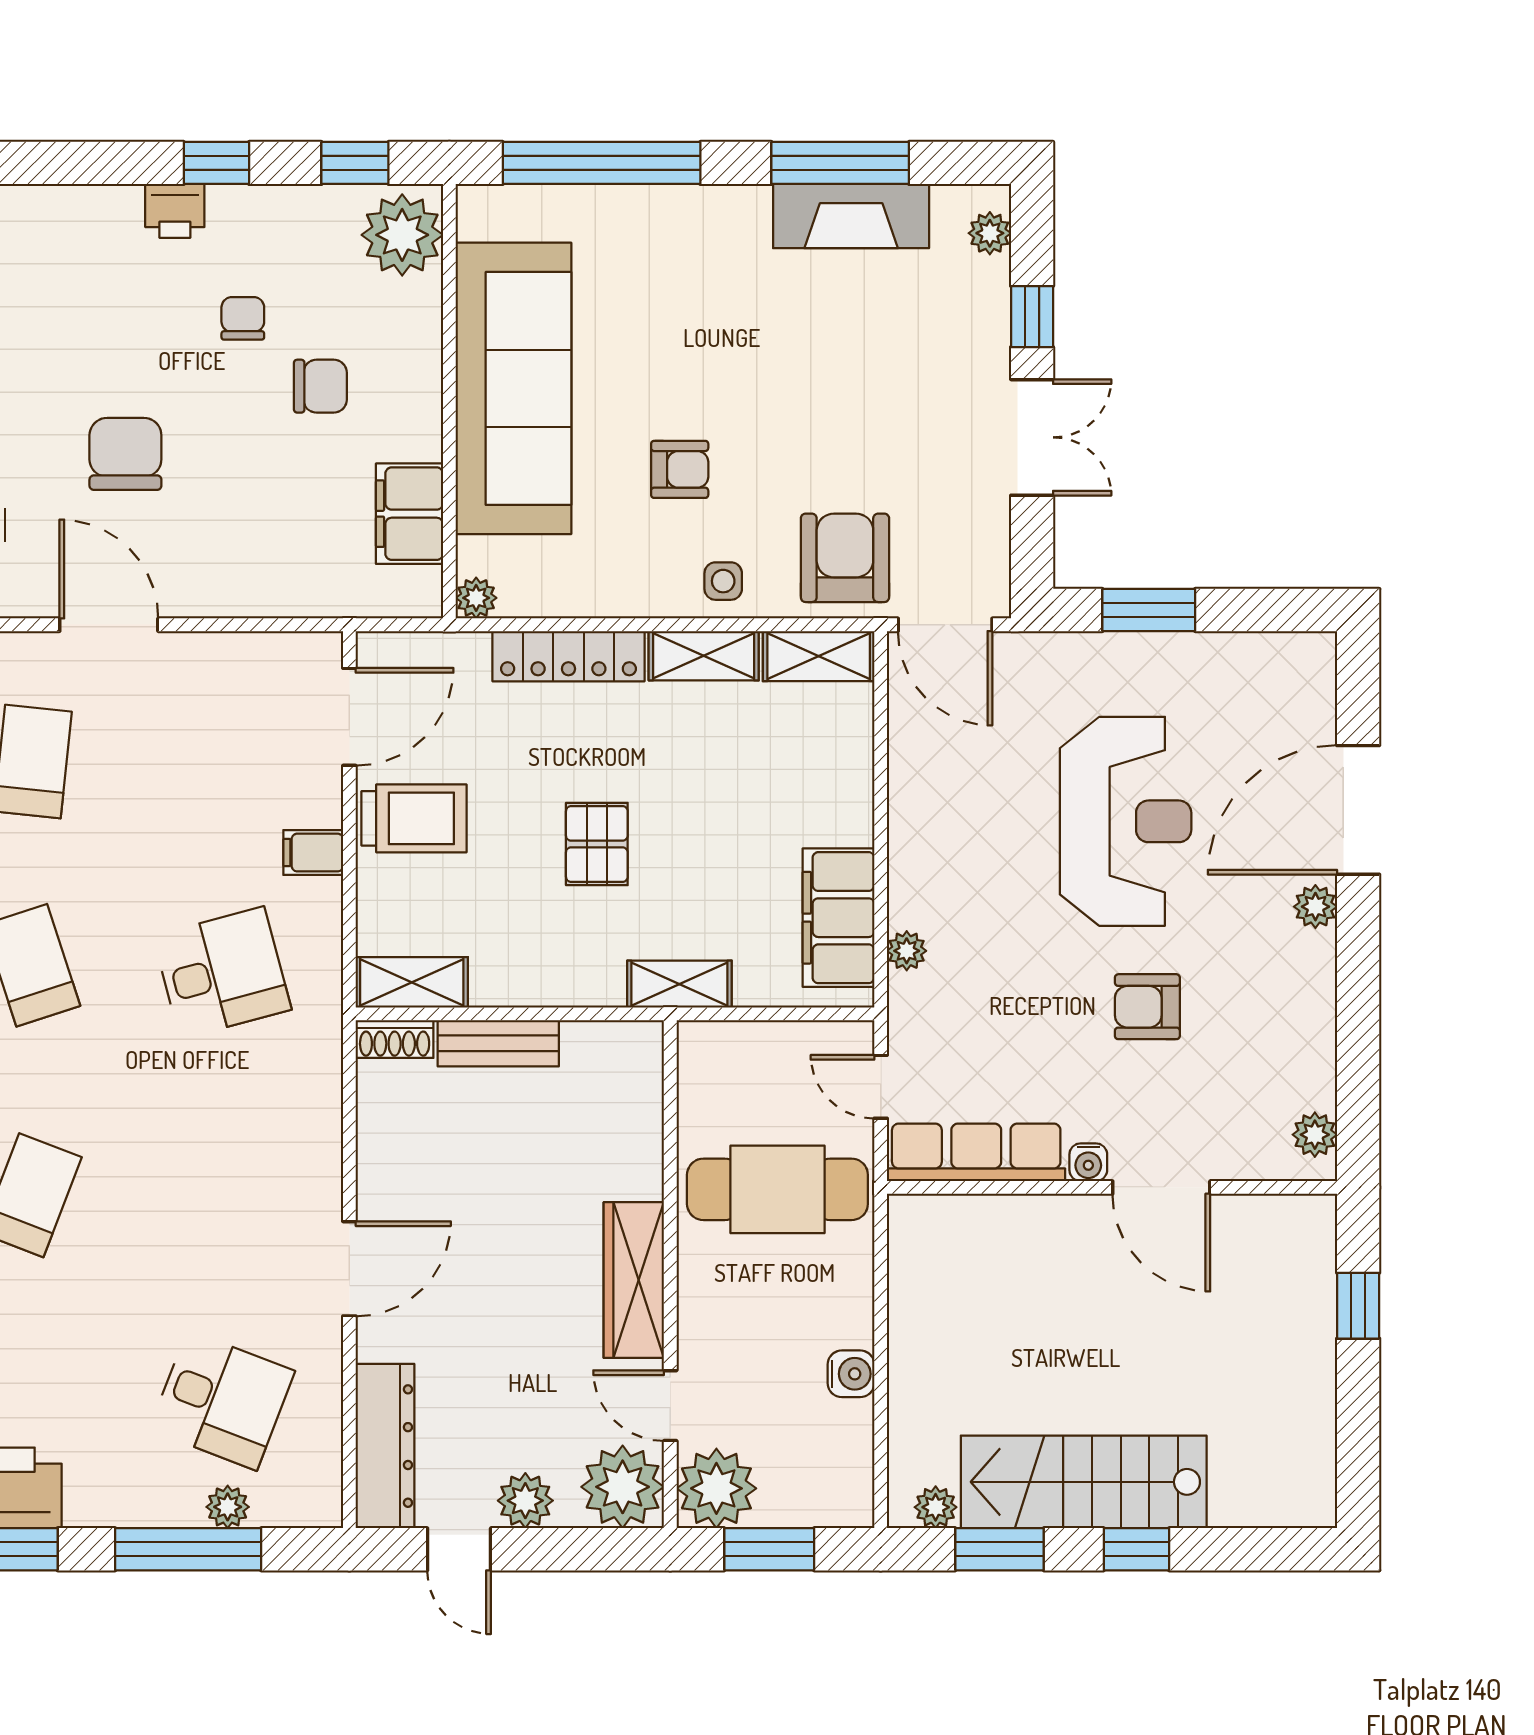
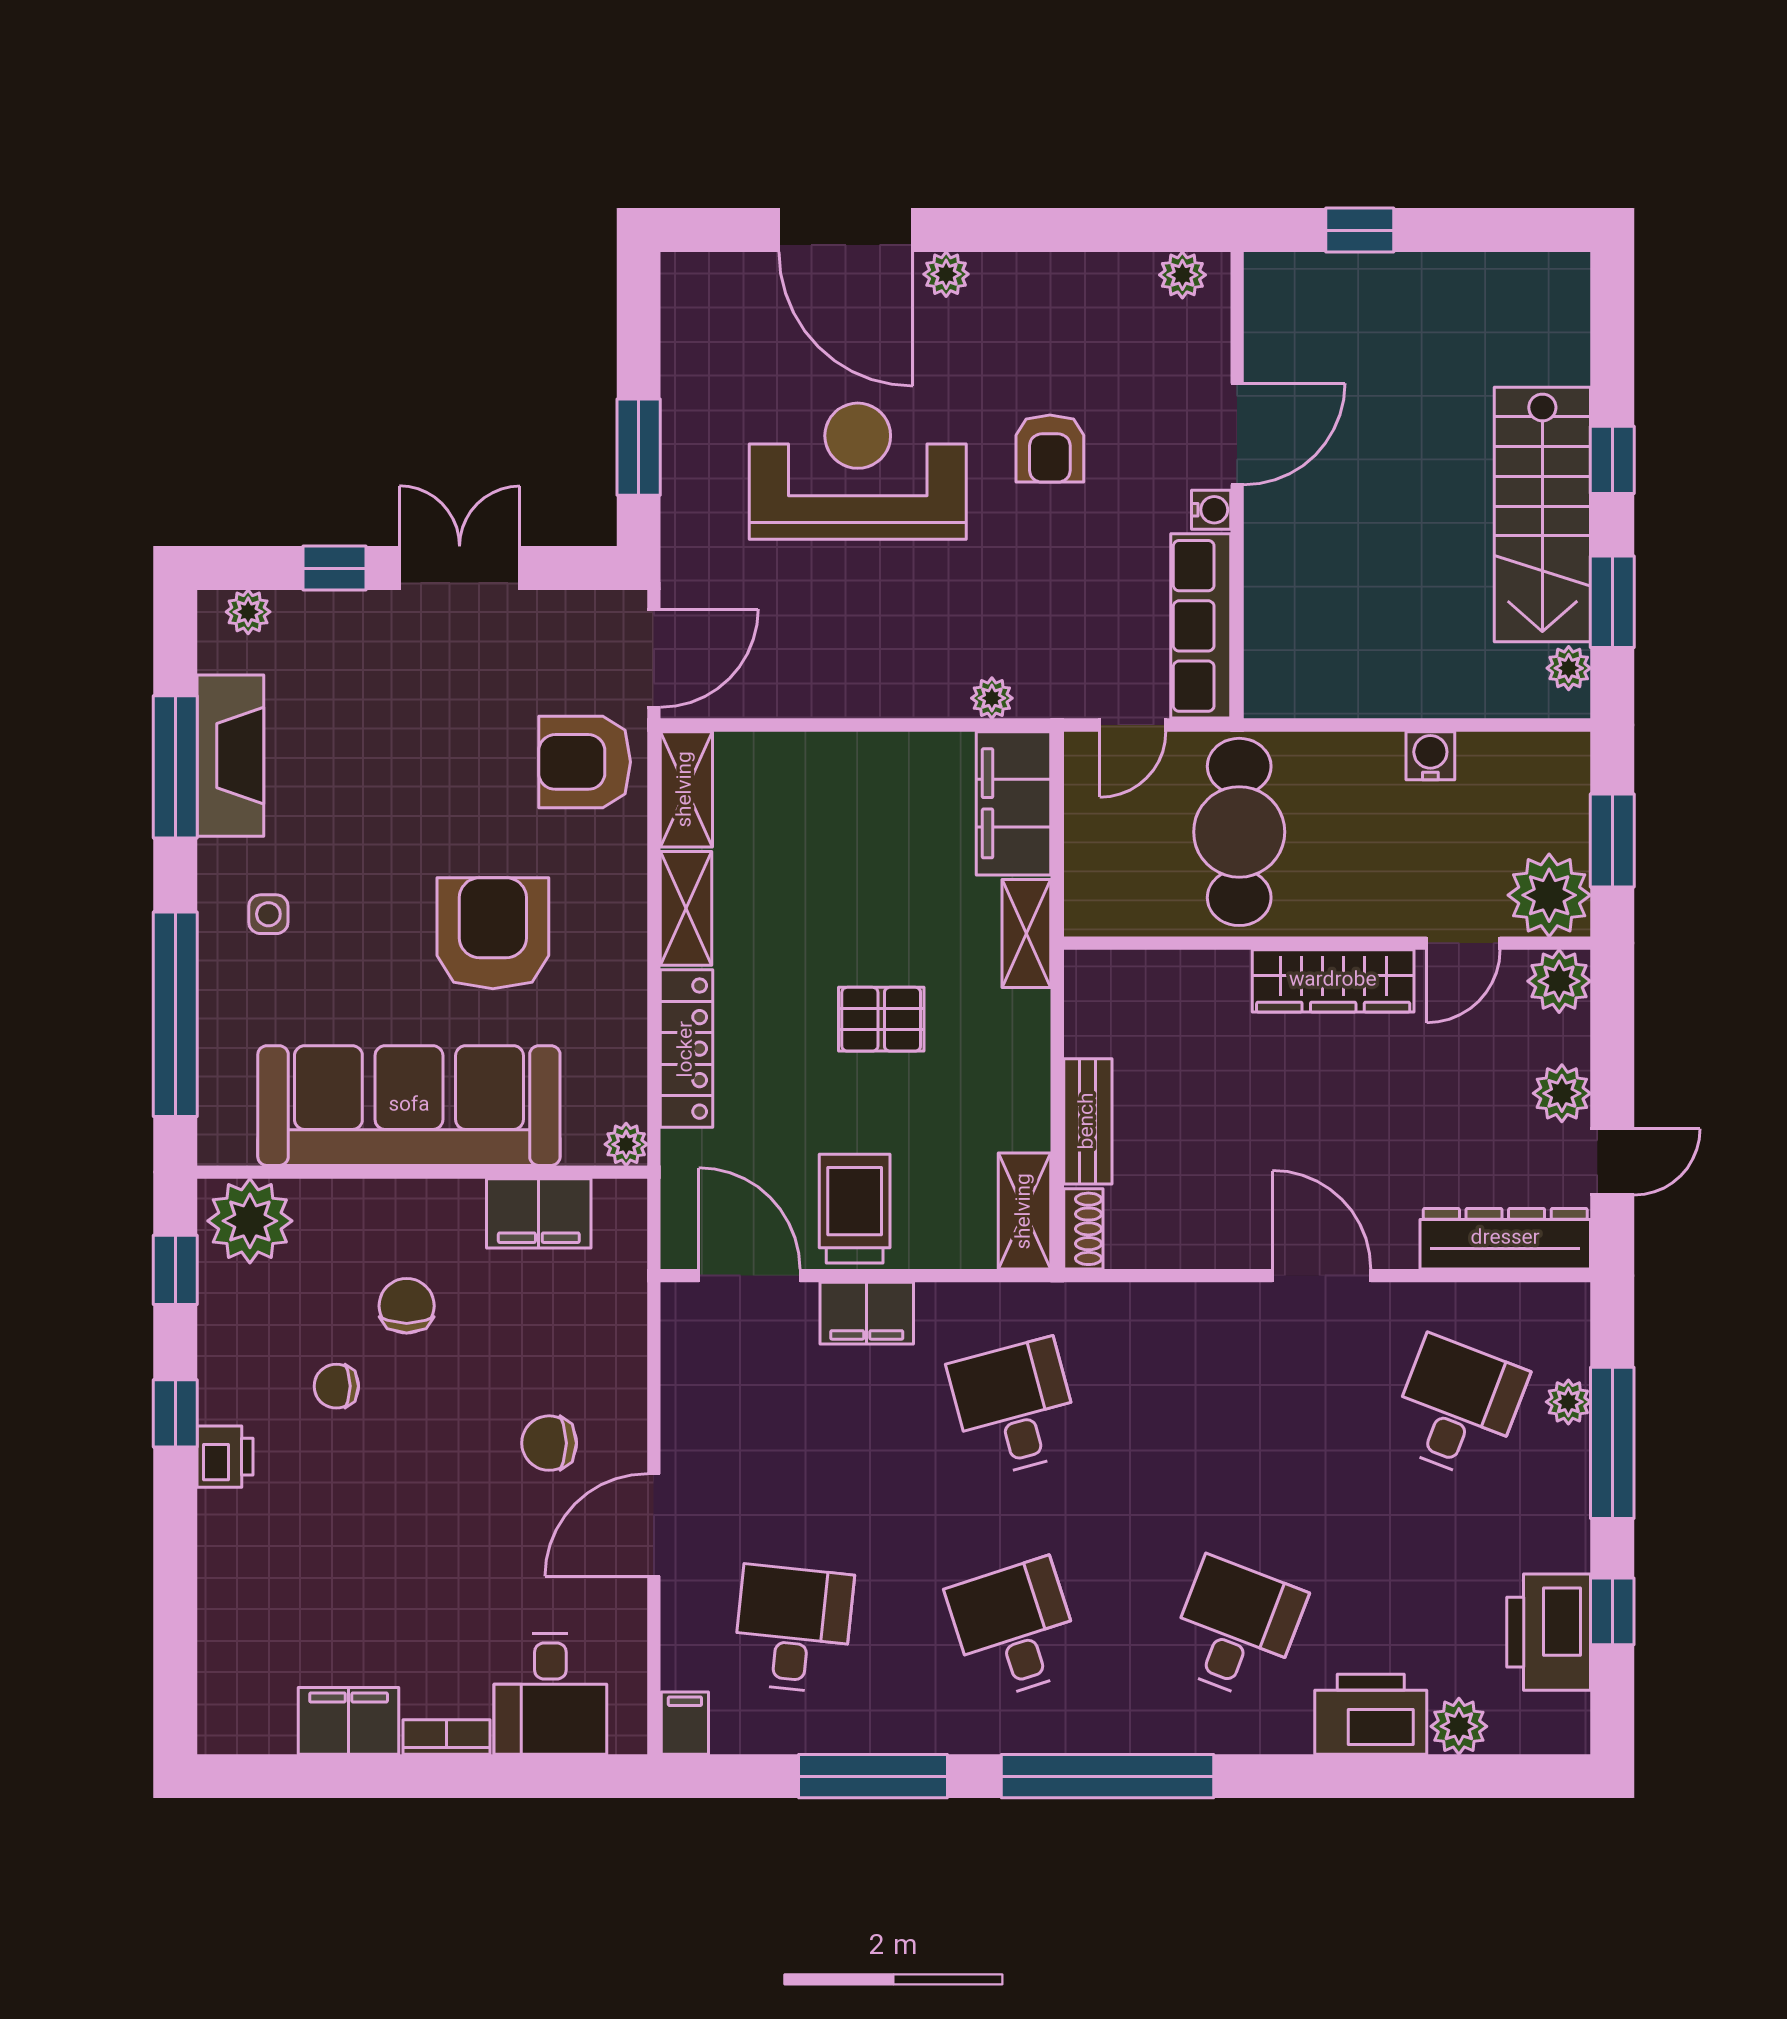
chair: (125, 454) -> (549, 1443), moved, width x0.73, depth x0.73
armchair: (680, 469) -> (493, 933), width x1.88, depth x1.88
side table: (723, 581) -> (268, 914), moved
filing cabinet: (313, 853) -> (867, 1313), width x2.00
filing cabinet: (838, 918) -> (1014, 803), moved, turned 90
plant: (623, 1487) -> (1559, 981), width x0.73, depth x0.73

